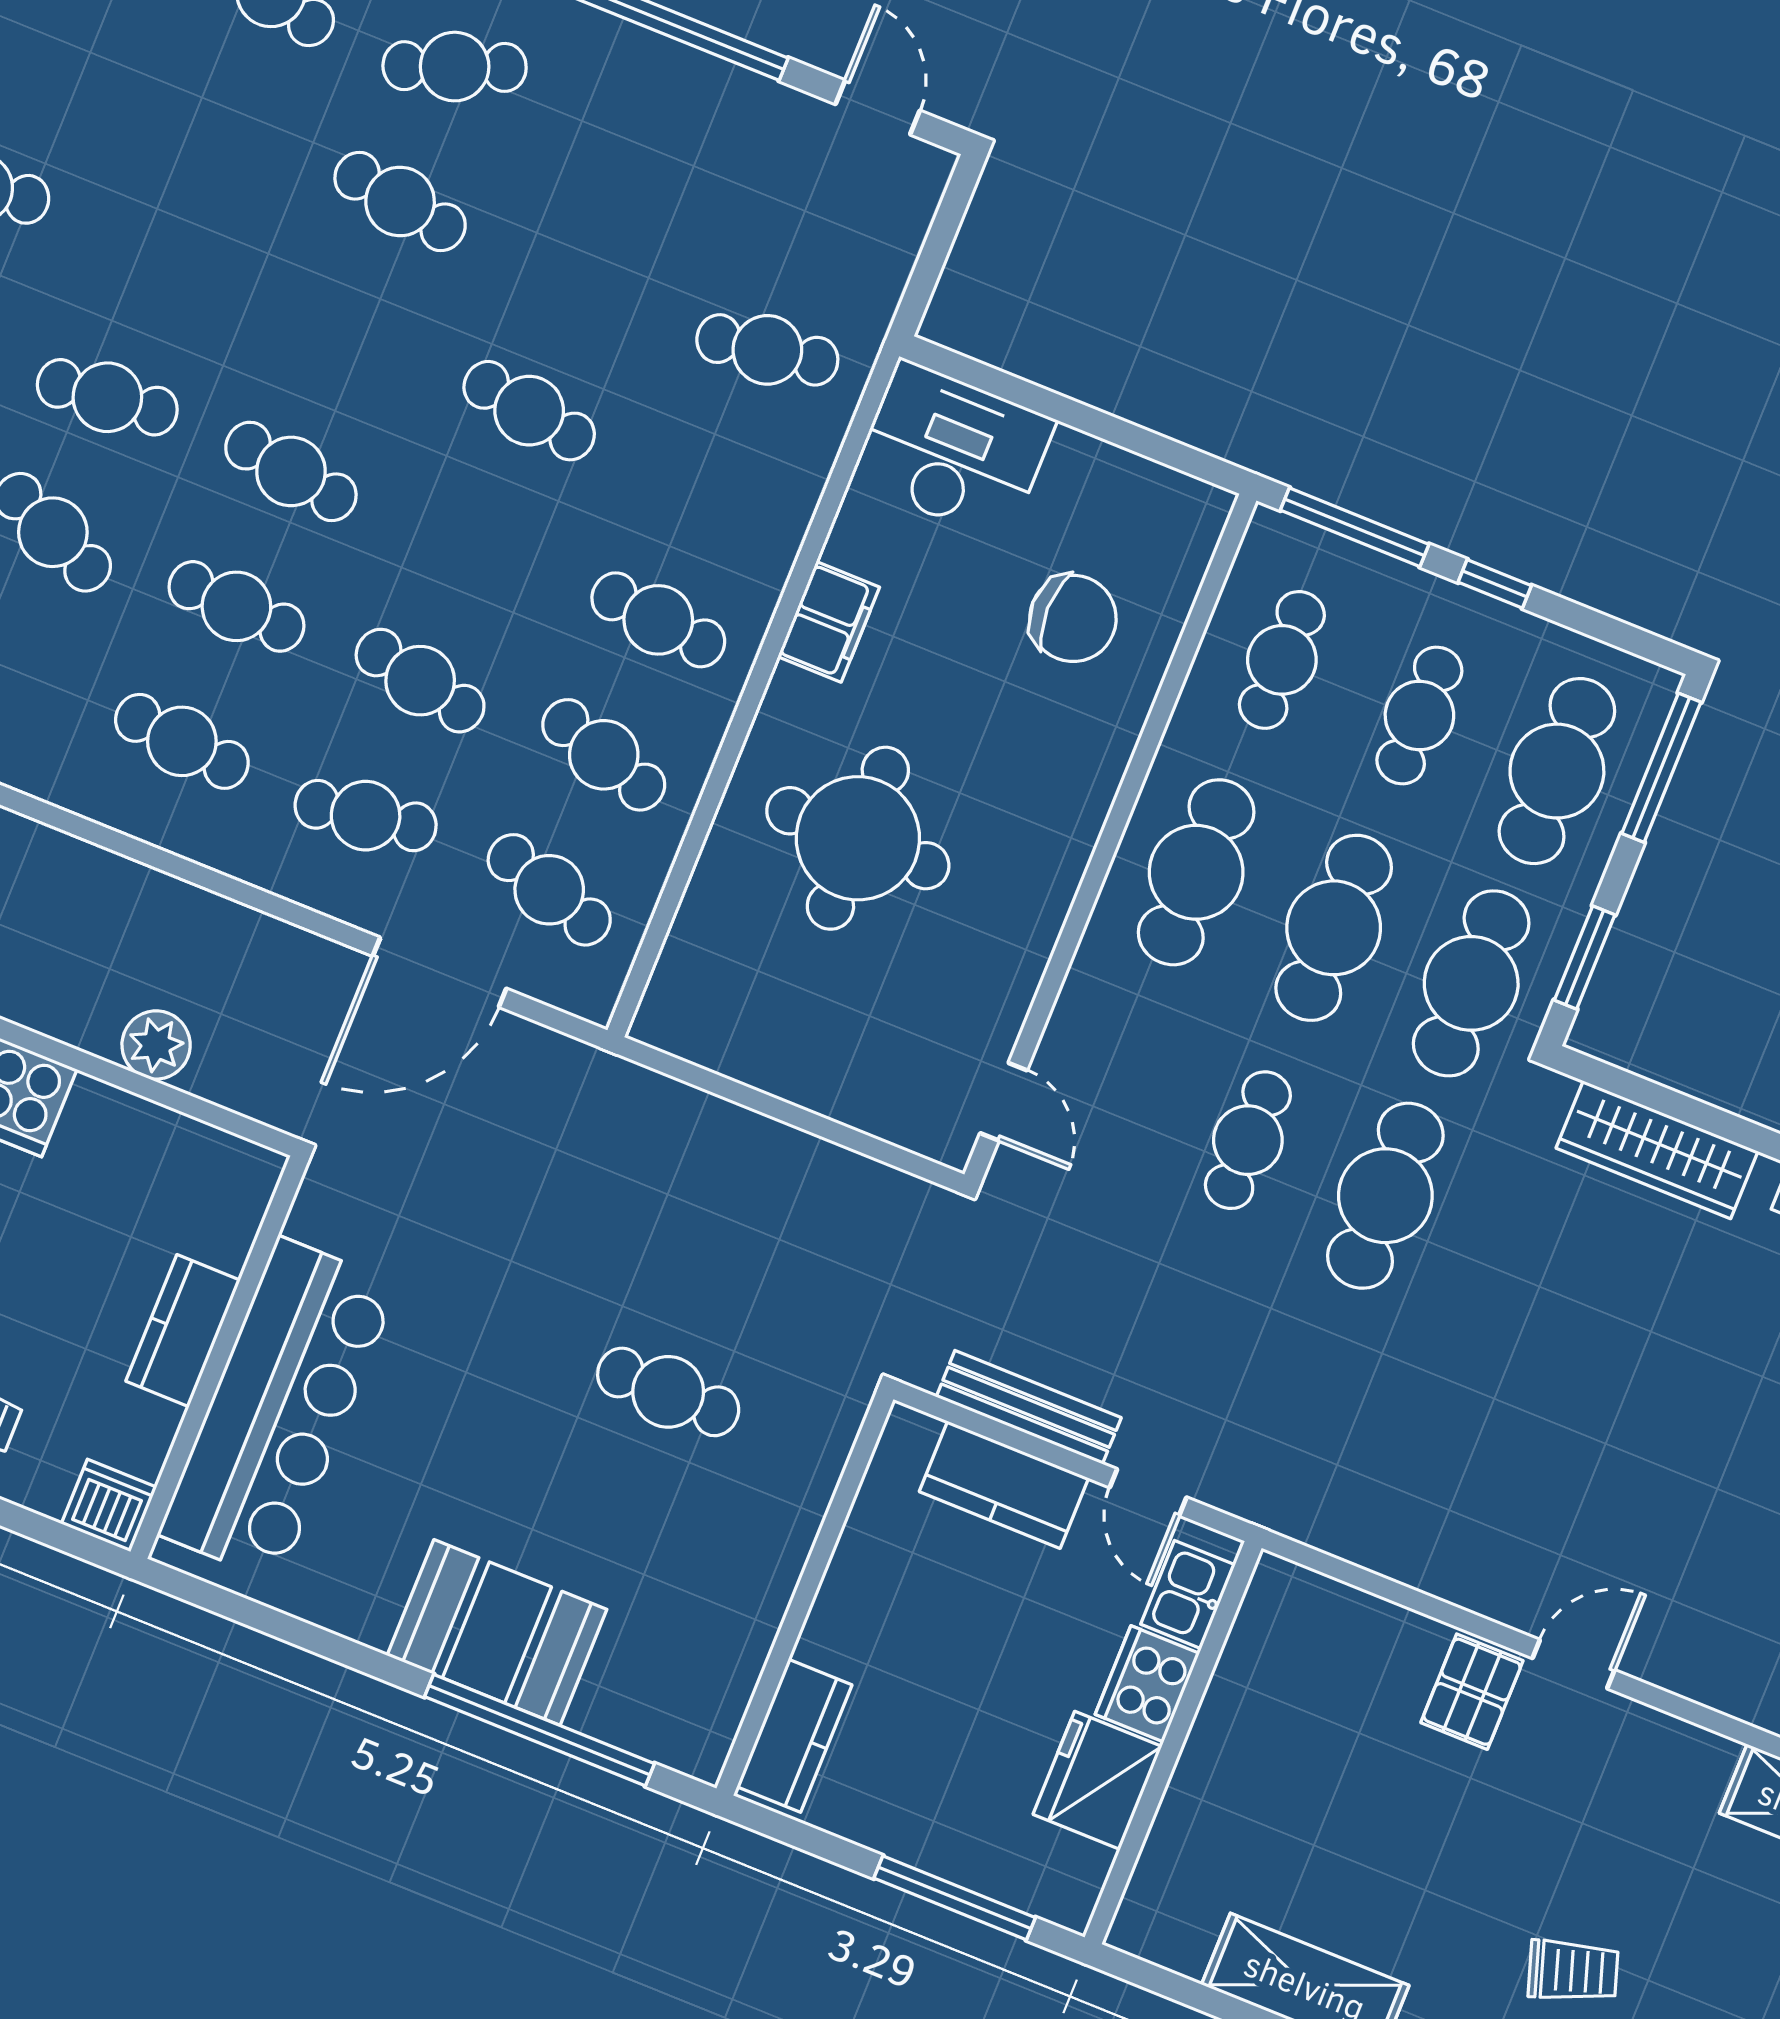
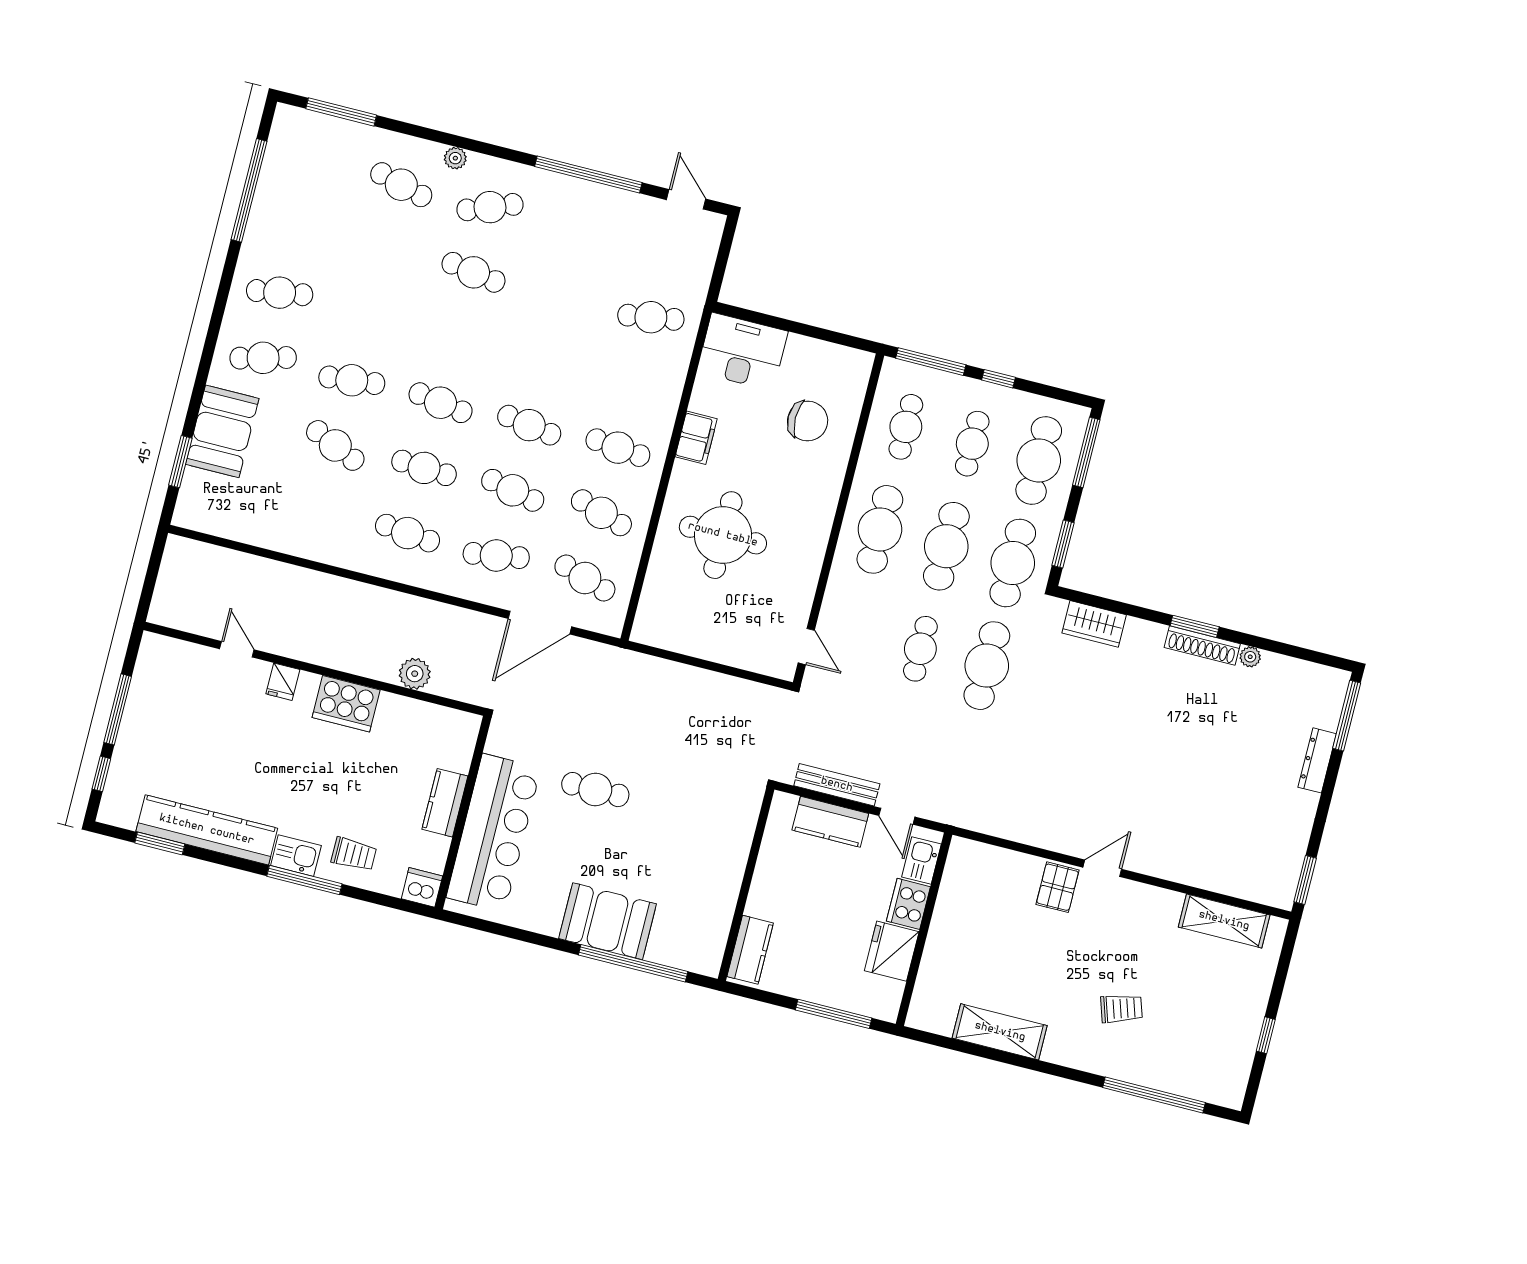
cafe table: (529, 411) -> (529, 425), moved
wardrobe: (1657, 1150) -> (1094, 624), width x0.67
cafe table: (668, 1392) -> (595, 790), moved

